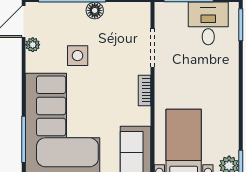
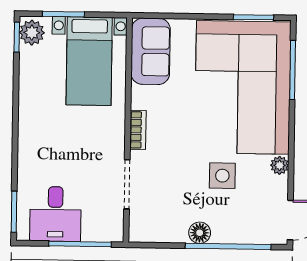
plant: (33, 45) -> (280, 165), moved

